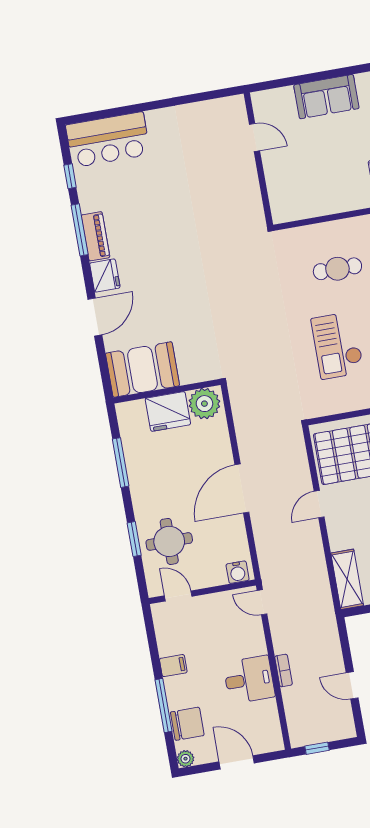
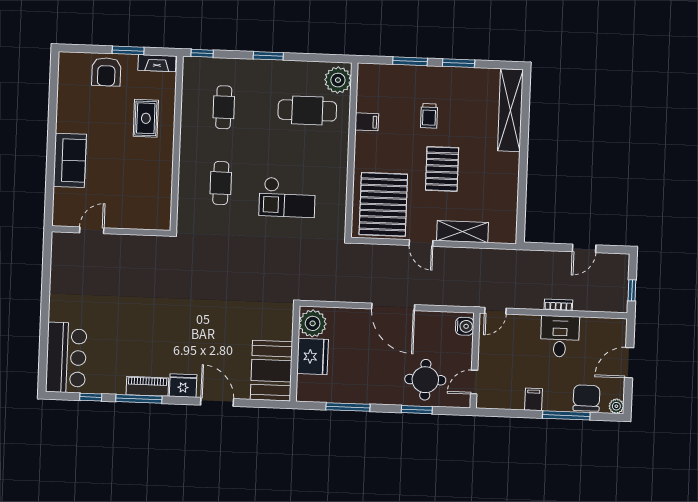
shelving: (347, 579) -> (463, 232), moved

